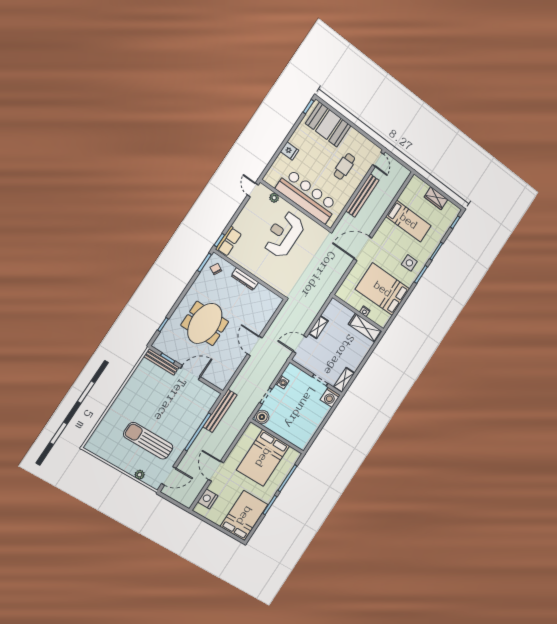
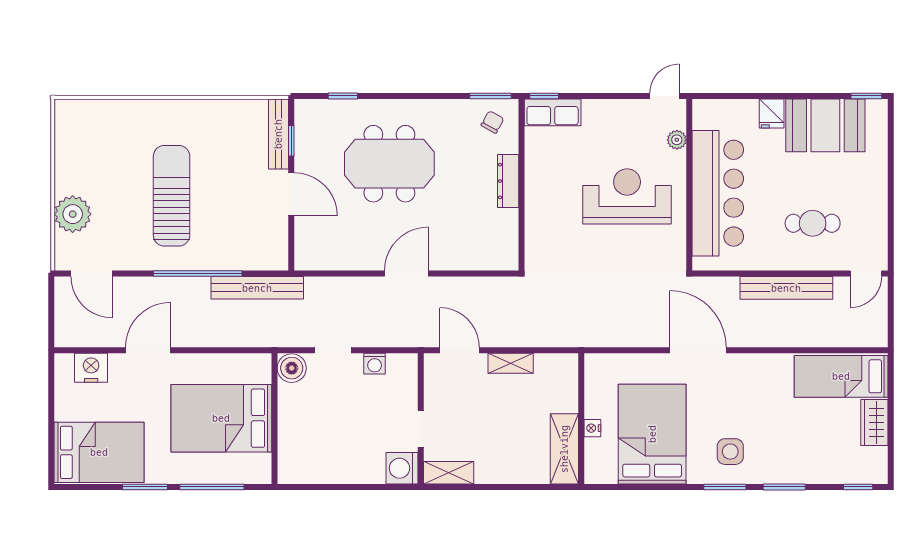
booth: (328, 125) -> (825, 125), moved, turned 90
bed: (409, 221) -> (841, 376), moved, turned 90
sun lounger: (148, 441) -> (172, 196), moved
plant: (140, 475) -> (73, 214), width x1.88, depth x1.88

